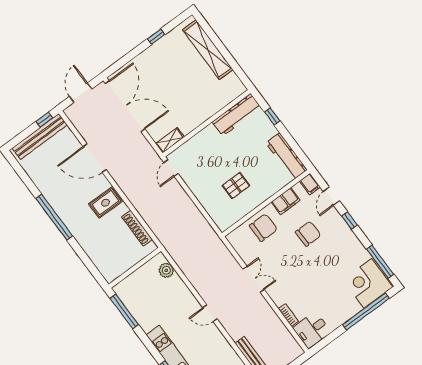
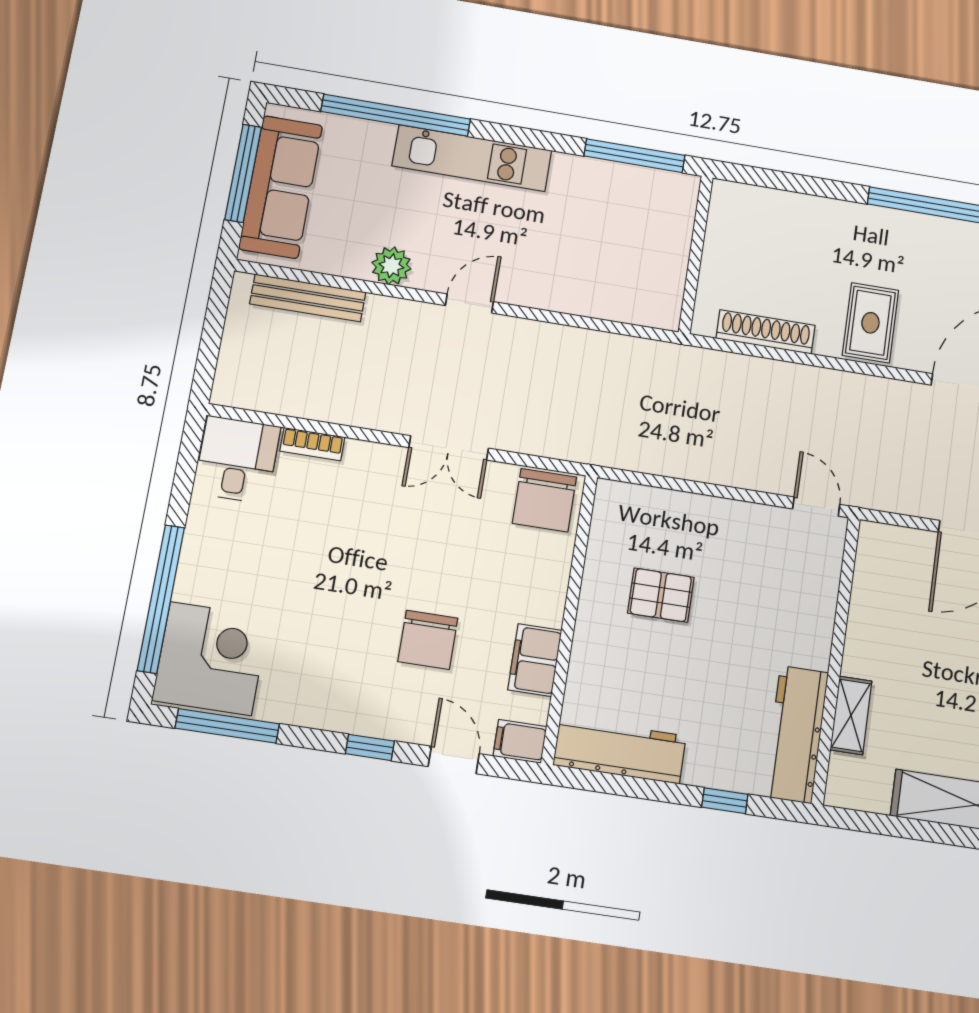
shelving: (170, 140) -> (851, 715), moved
pallet: (236, 186) -> (661, 595), turned 90
chair: (263, 228) -> (544, 500), moved
plant: (166, 270) -> (391, 266), moved

